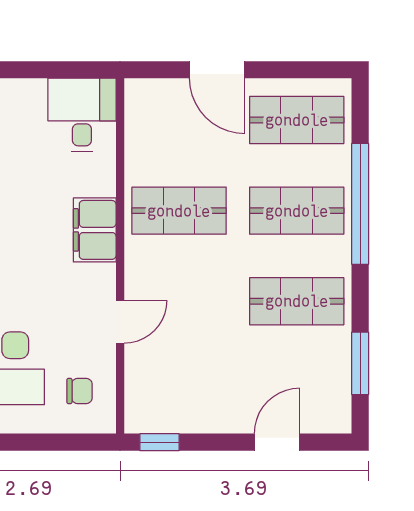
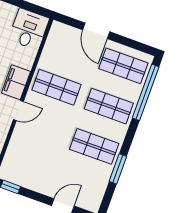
window: (360, 204) -> (146, 92), moved
door: (120, 322) -> (18, 111), moved
window: (360, 363) -> (118, 169), moved

